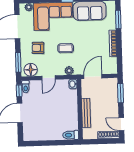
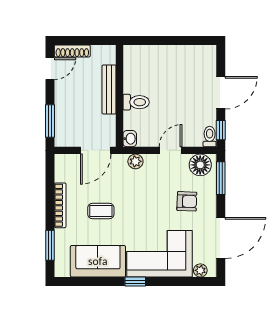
coffee table: (66, 48) -> (101, 211), moved
door: (121, 124) -> (50, 69), hinge flipped
toilet: (71, 135) -> (136, 102), moved

